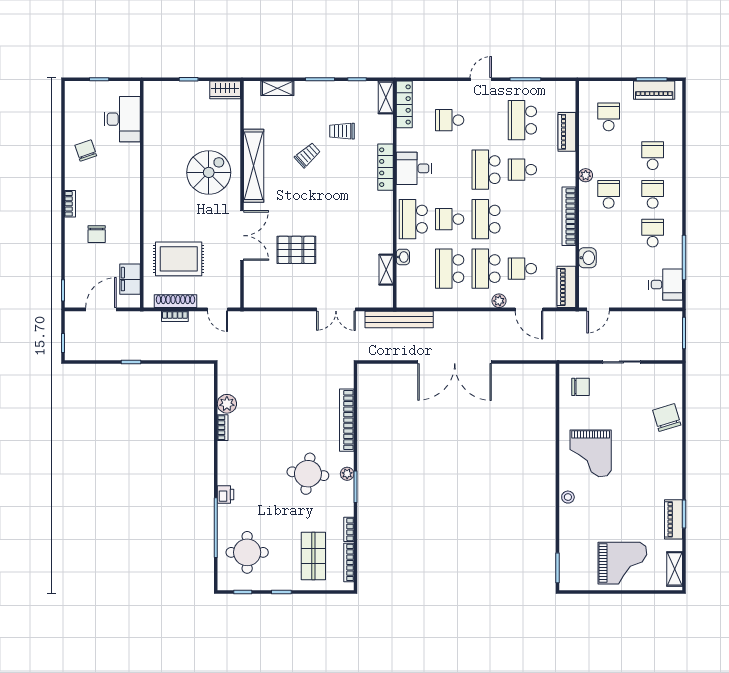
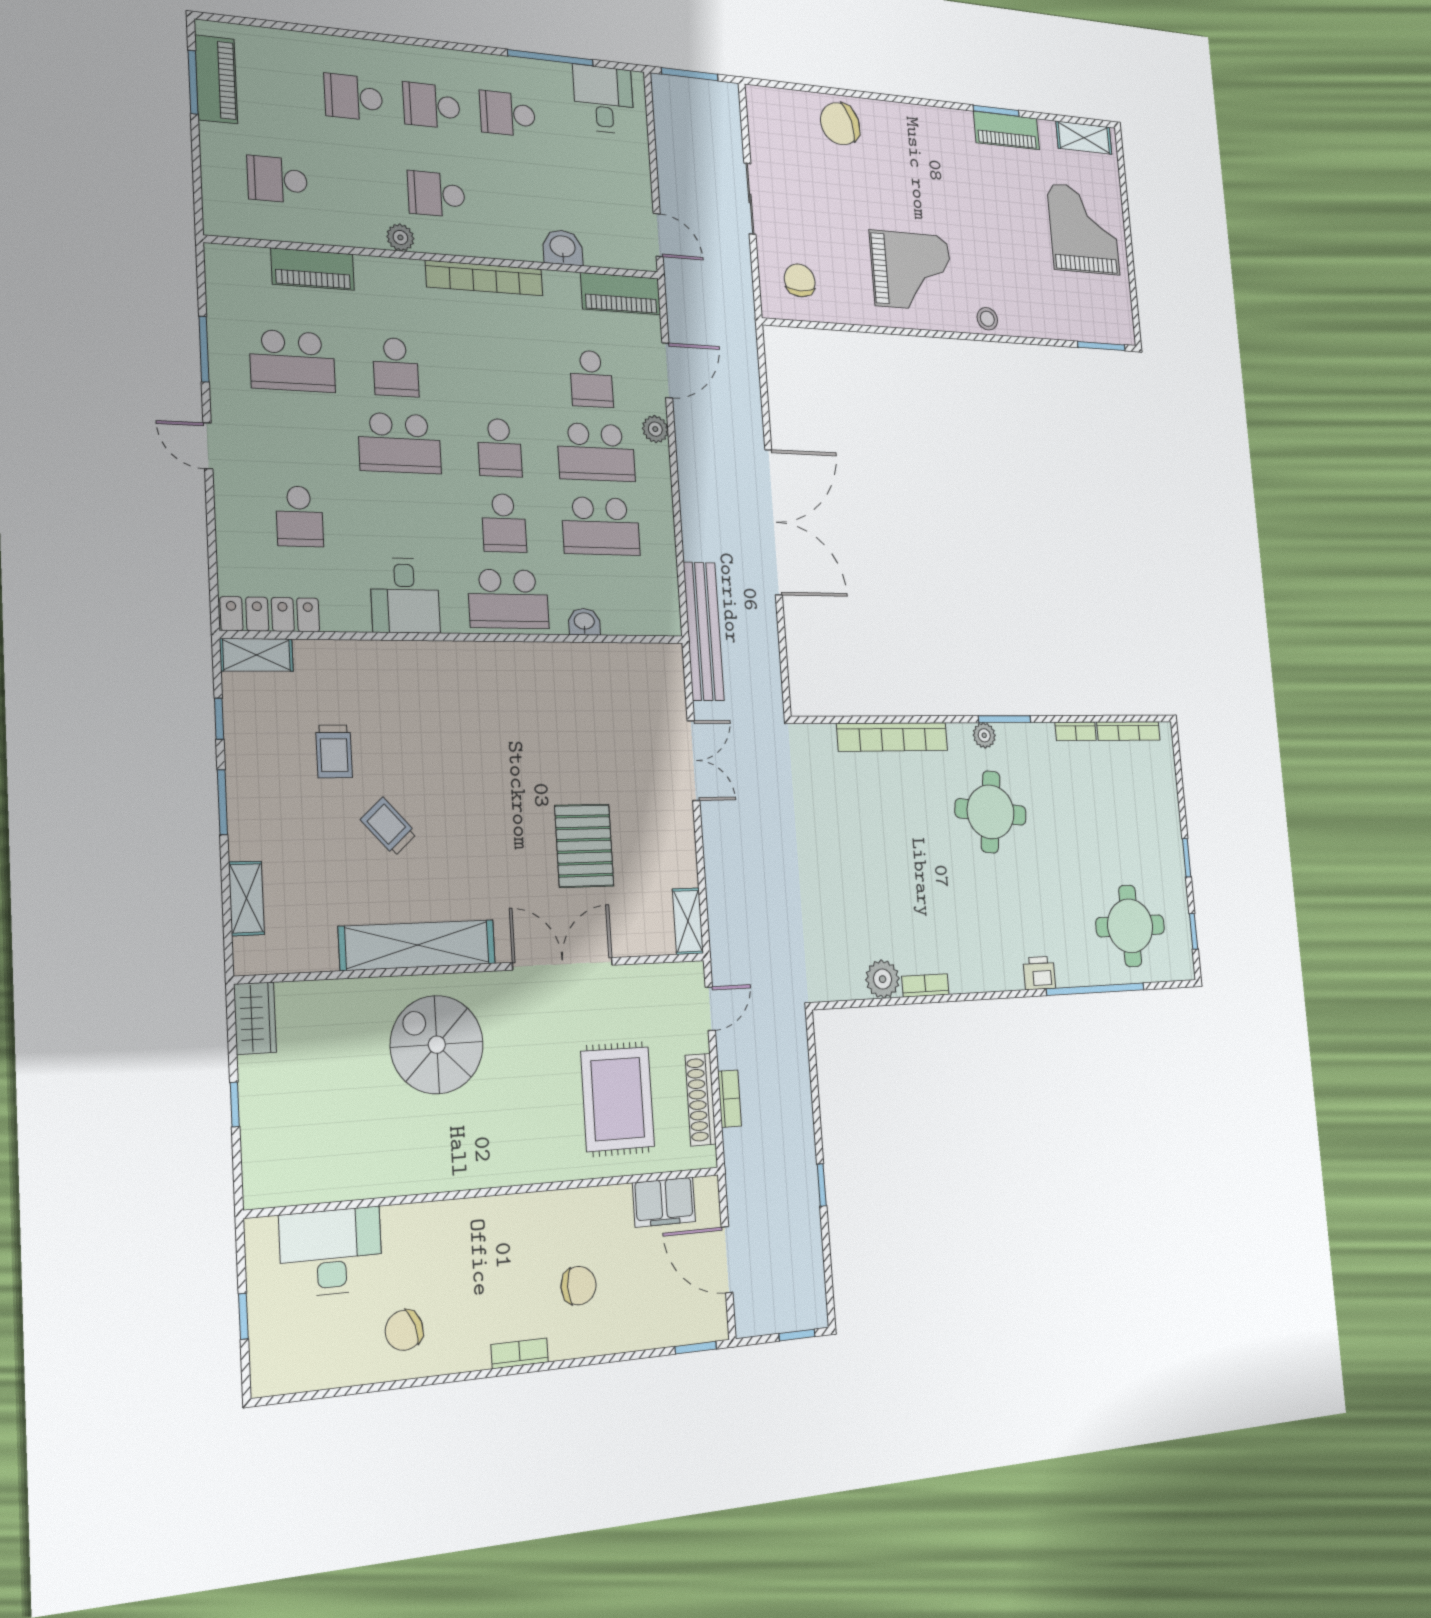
locker: (386, 167) -> (406, 657), removed
school desk: (486, 219) -> (500, 448), width x0.54
shelving: (386, 270) -> (688, 921), moved, turned 90
shop shelf: (313, 556) -> (1124, 798), removed

